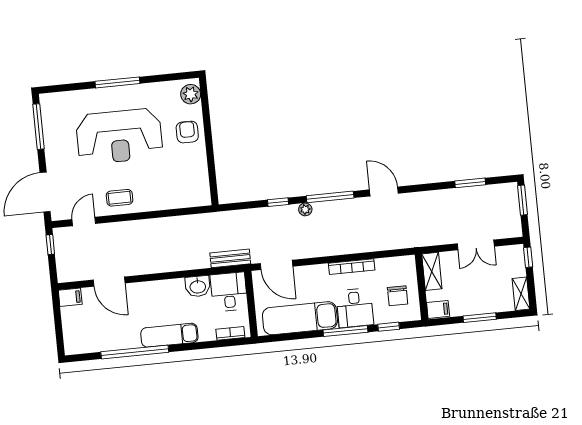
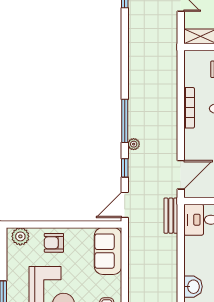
door: (384, 192) -> (125, 205), moved
sofa: (184, 193) -> (108, 251), added
washbasin: (198, 286) -> (193, 287), moved

